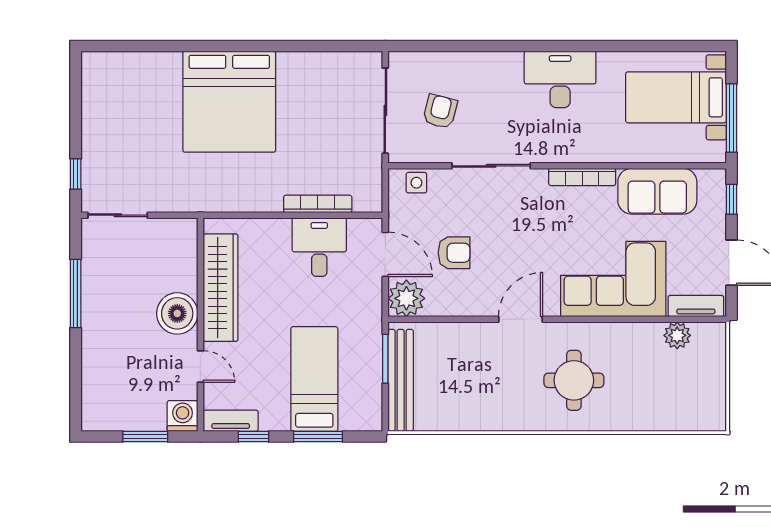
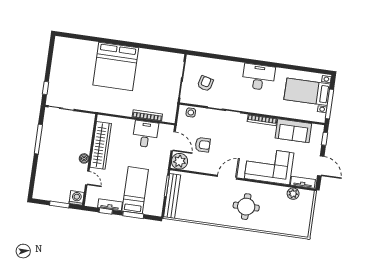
boiler: (177, 313) -> (84, 158), width x0.54, depth x0.54
tv unit: (231, 421) -> (110, 205), moved

